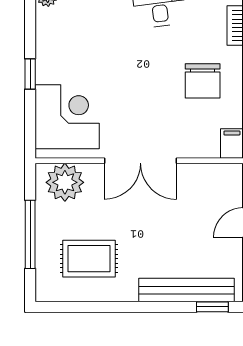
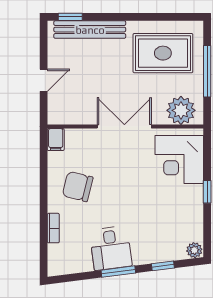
chair: (203, 81) -> (78, 186), turned -76
rug: (89, 259) -> (163, 53), width x1.36, depth x1.43

